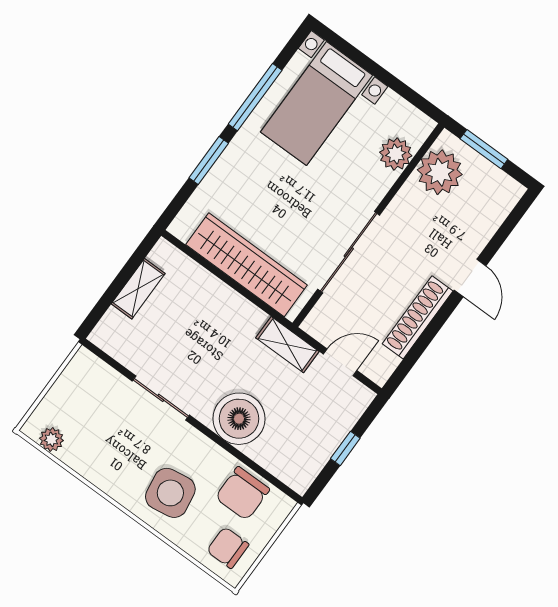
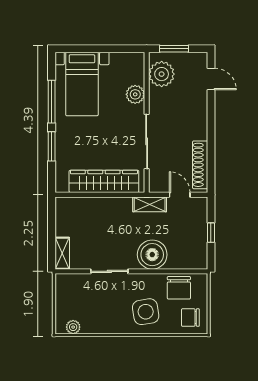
plant: (396, 154) -> (135, 94), moved
door: (470, 278) -> (211, 79), moved
shelving: (138, 289) -> (62, 253), moved
shoe rack: (418, 317) -> (200, 165), moved
door: (340, 362) -> (180, 195), hinge flipped

